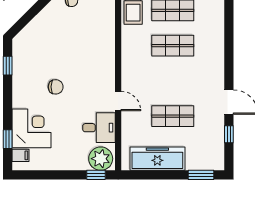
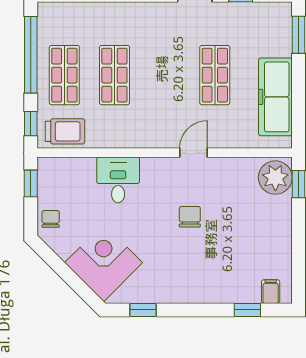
chair: (56, 87) -> (190, 217), moved
corner desk: (32, 128) -> (104, 263), moved, turned 45
desk: (99, 128) -> (118, 180), moved

